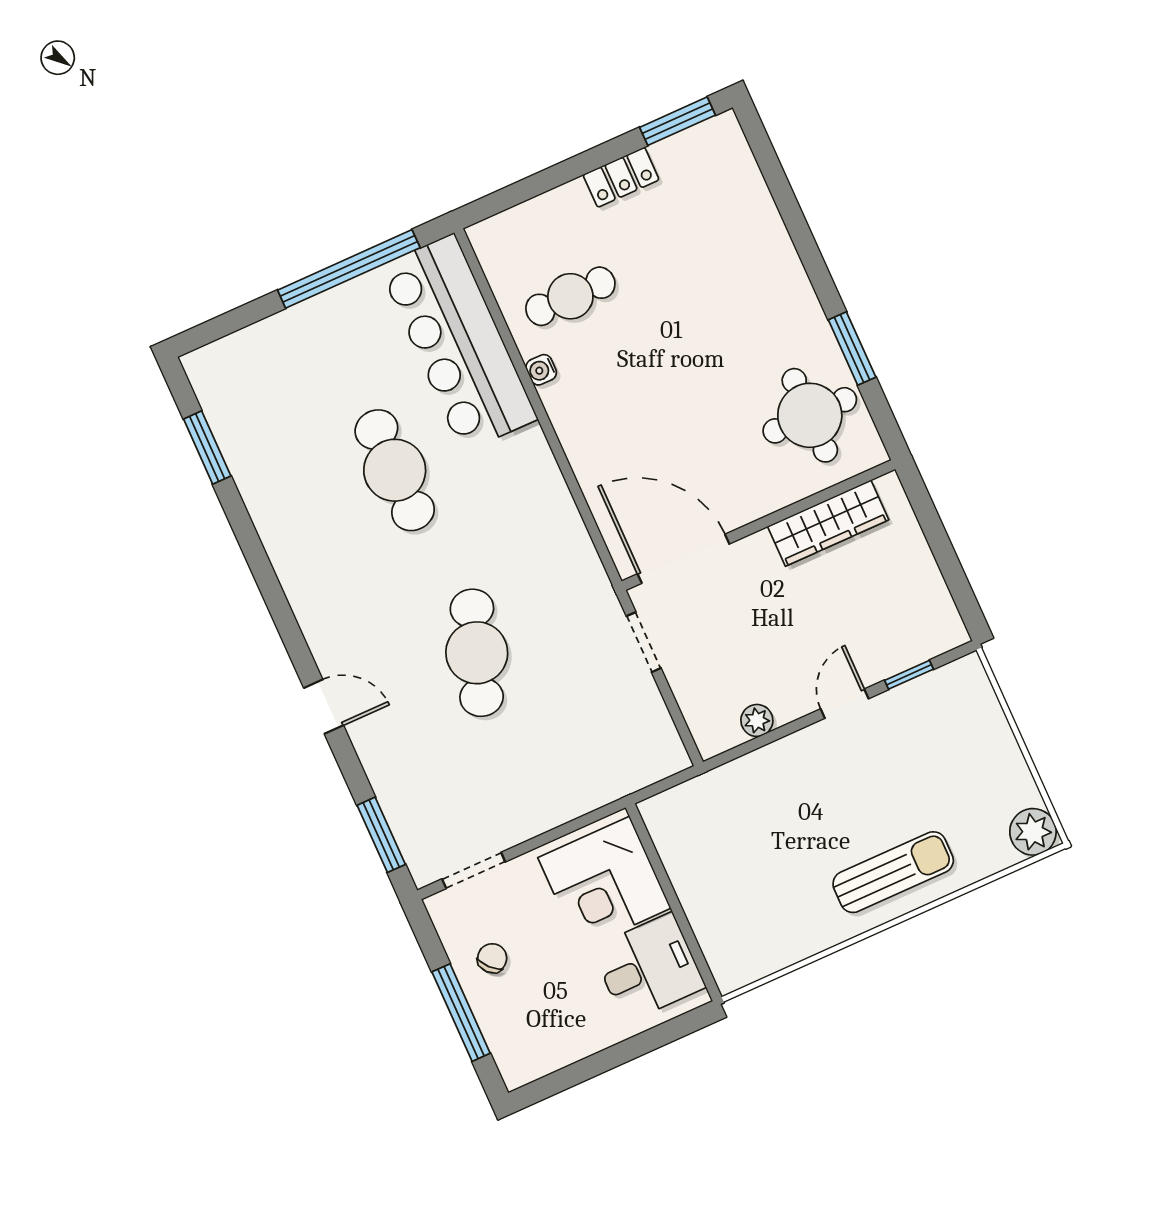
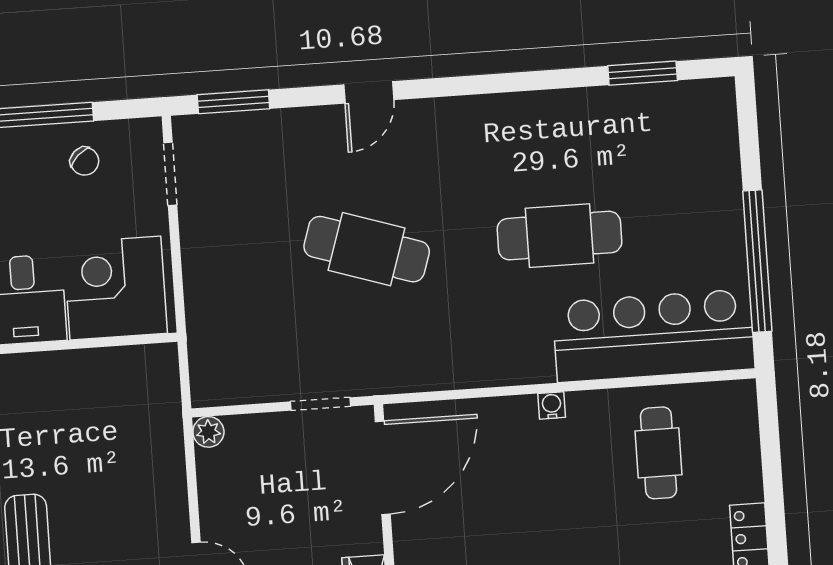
water cooler: (541, 370) -> (552, 405), moved
plant: (757, 720) -> (208, 432), moved

